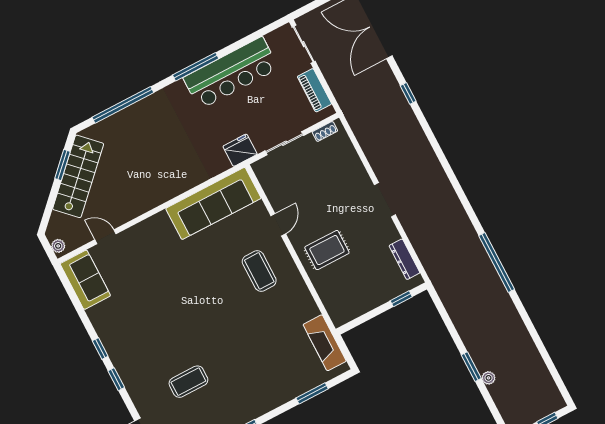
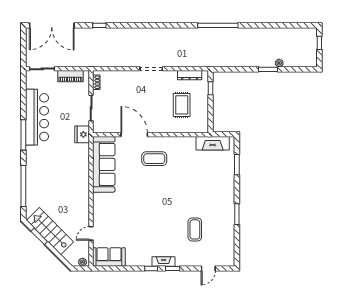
door: (278, 225) -> (134, 135), width x1.88
rug: (327, 250) -> (182, 105), moved
fireplace: (120, 361) -> (164, 261), added

